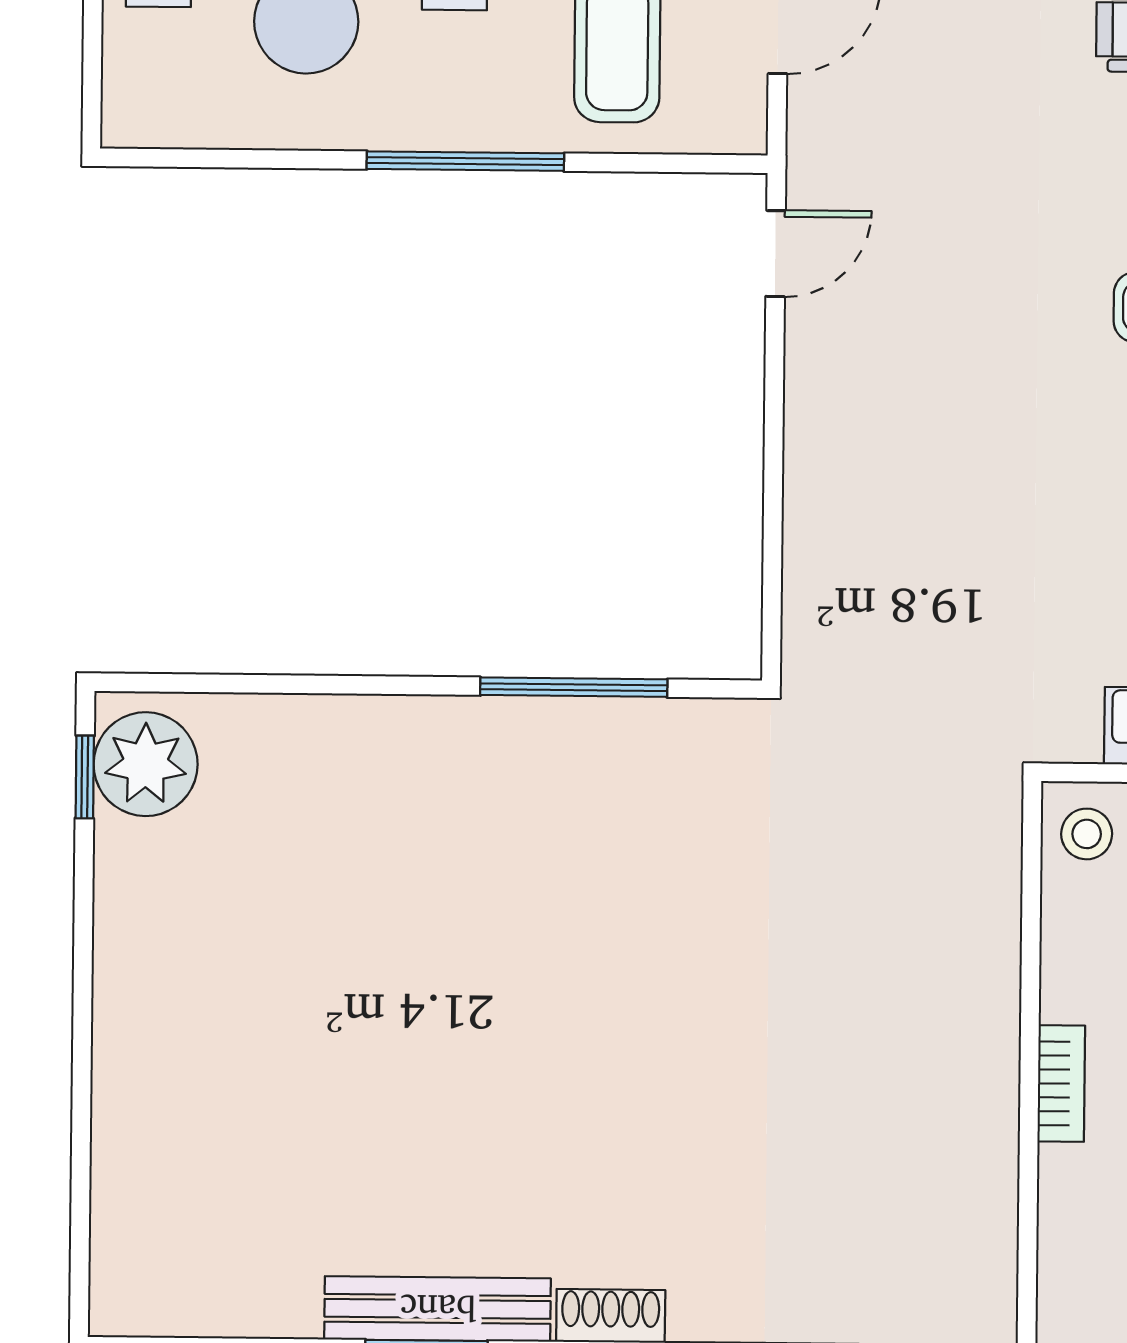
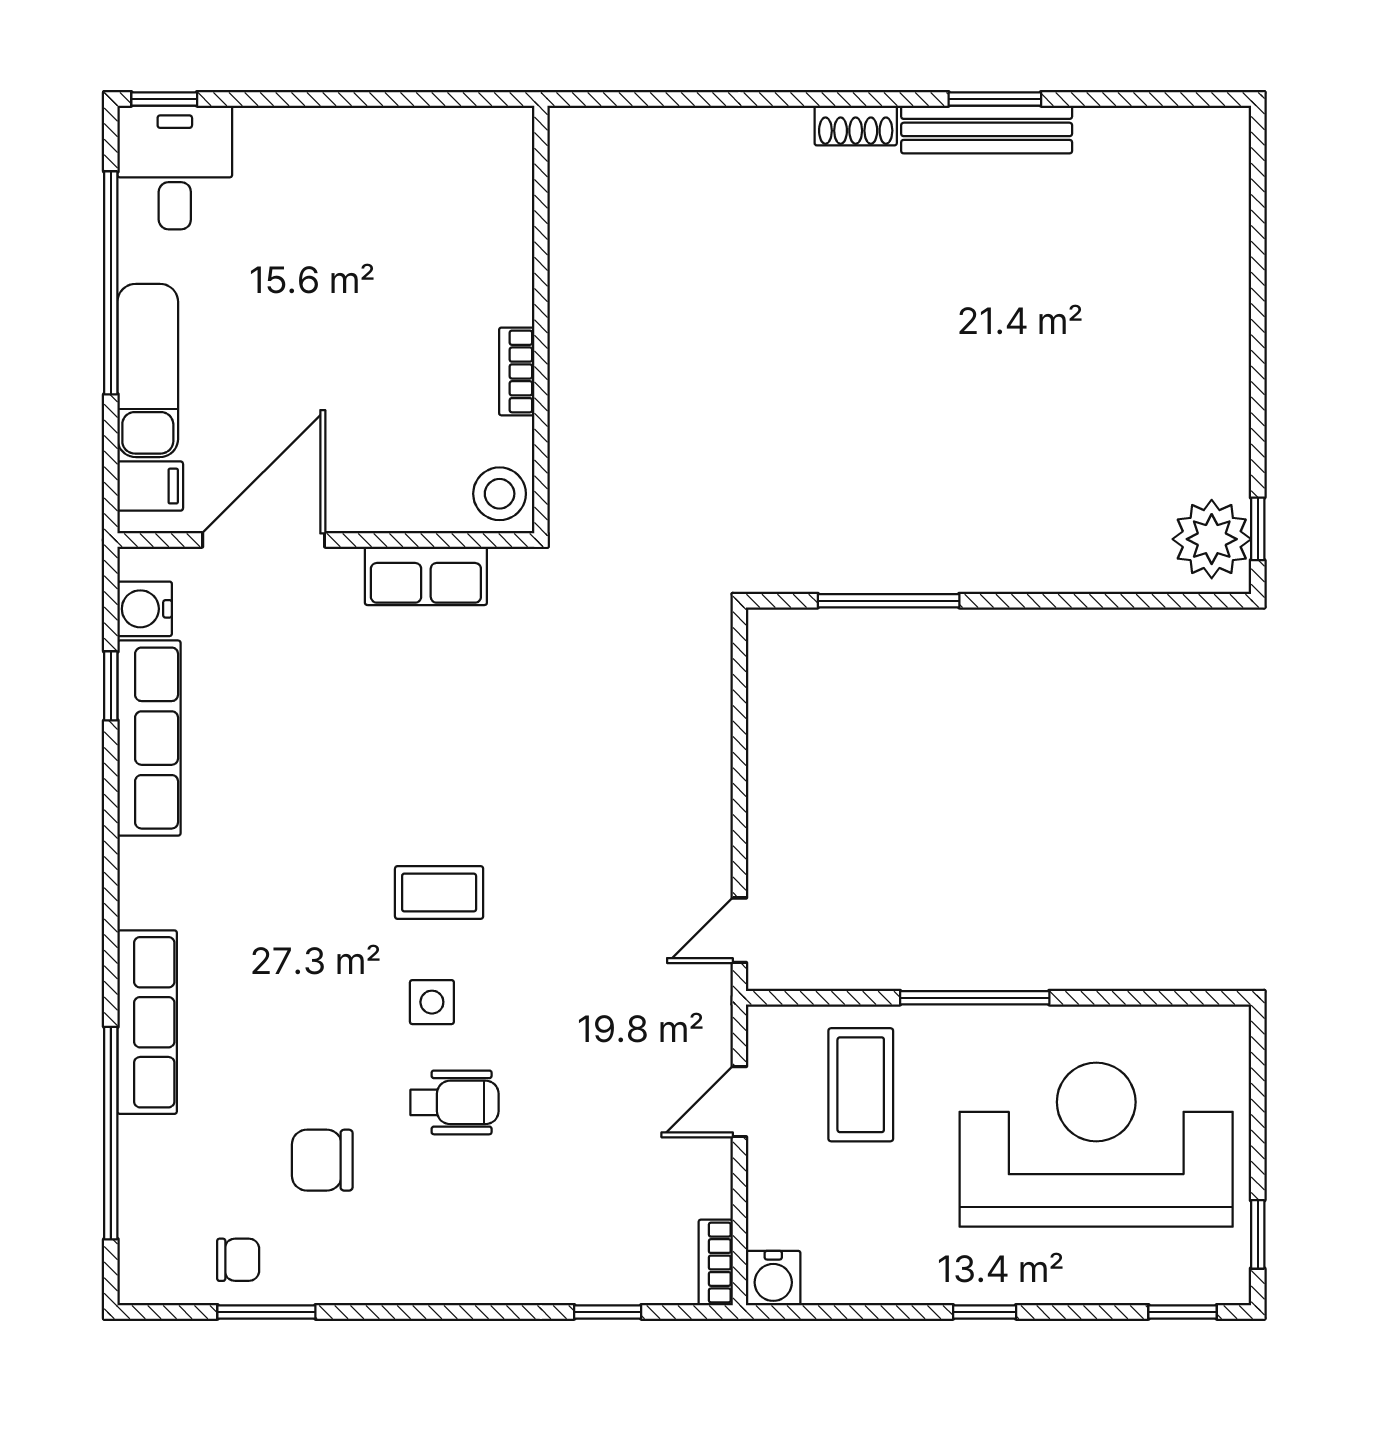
stool: (1087, 834) -> (500, 494), width x1.37, depth x1.37
bookcase: (1061, 1083) -> (517, 371), moved

